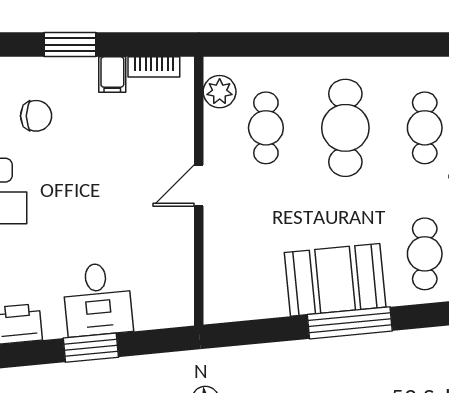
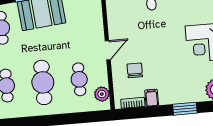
window: (70, 45) -> (185, 109), moved
chair: (36, 116) -> (135, 70), moved, turned 90

